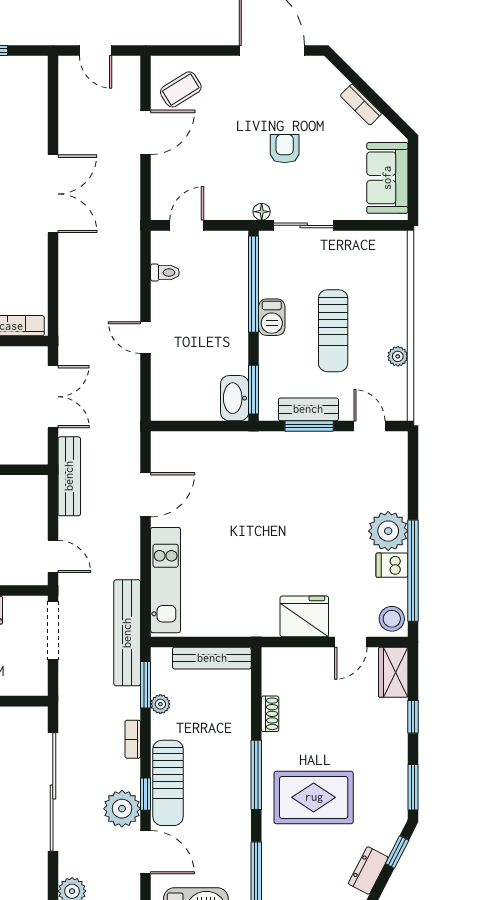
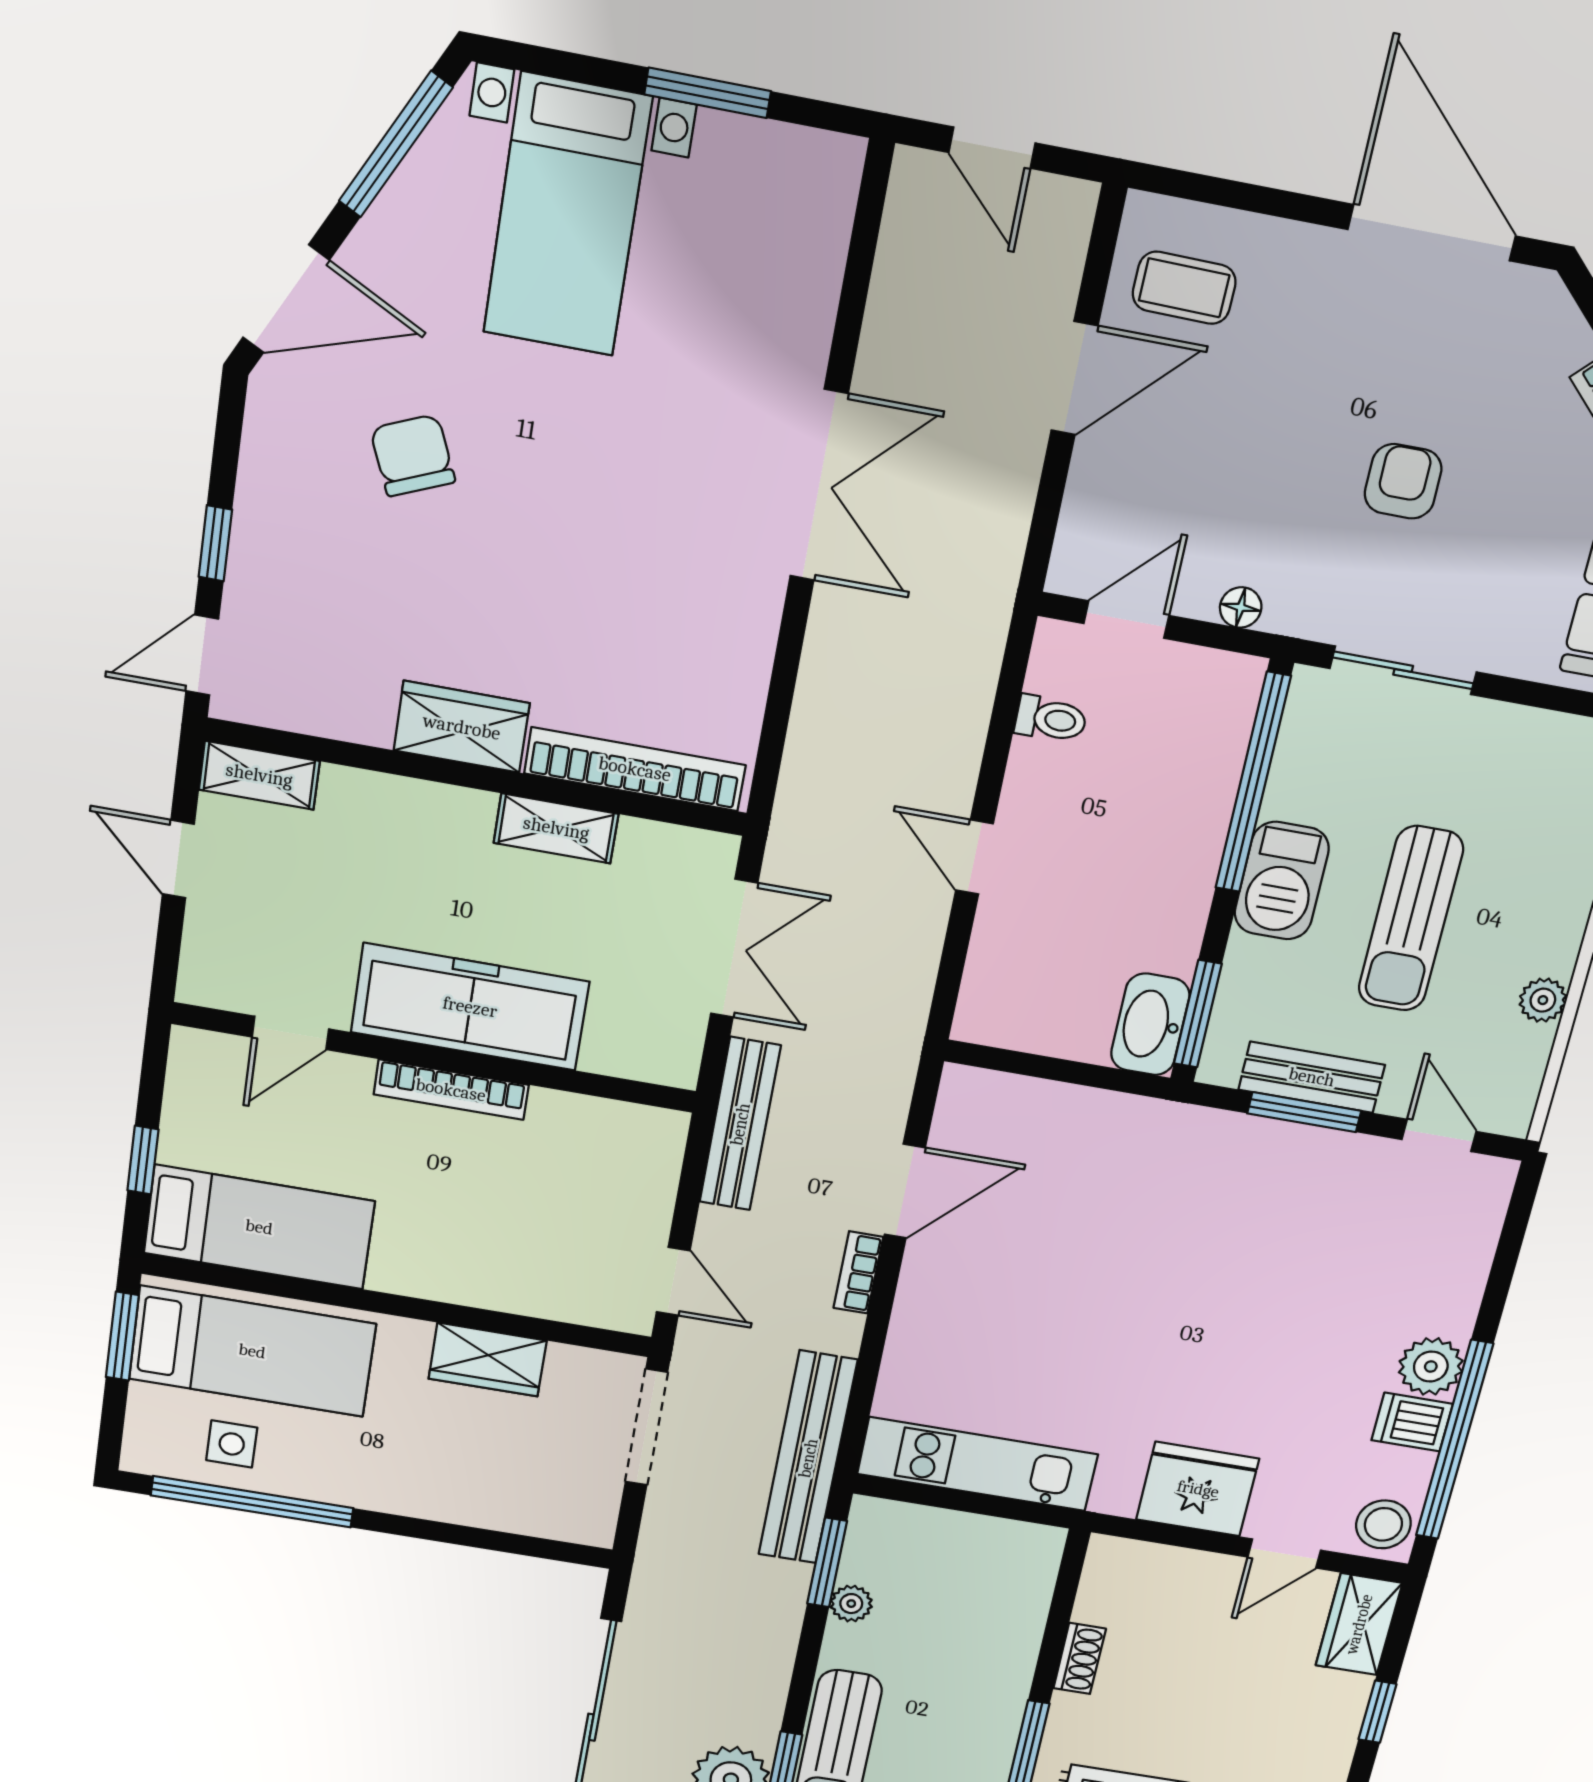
coffee table: (181, 89) -> (1184, 288), turned 33
floor lamp: (262, 212) -> (1241, 607), moved
barbecue: (272, 317) -> (1282, 881), width x1.38, depth x1.27
plant: (388, 531) -> (1431, 1366), width x0.73, depth x0.73
kitchen unit: (166, 580) -> (978, 1464), moved, turned -90
bench: (212, 658) -> (980, 1536), removed
bookcase: (133, 739) -> (858, 1272), moved

